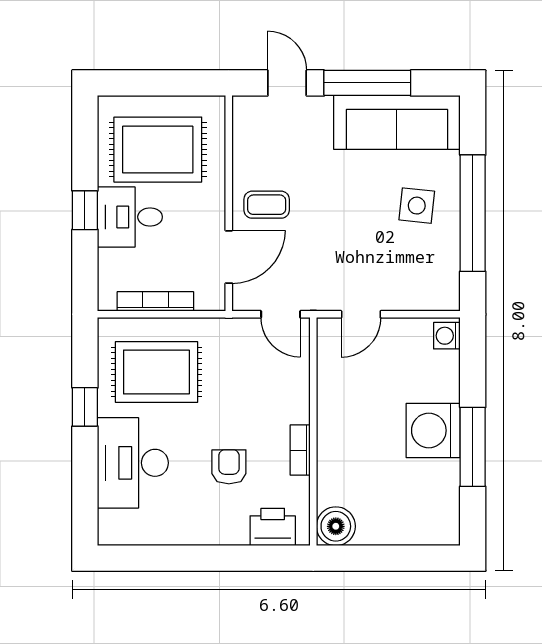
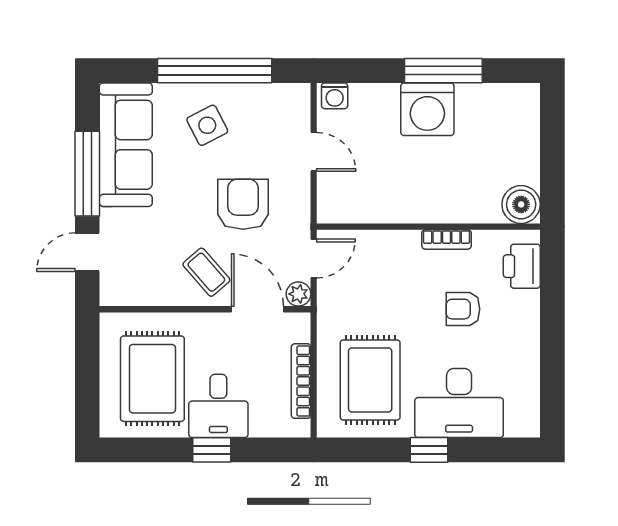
coffee table: (267, 205) -> (206, 272), turned -41
side table: (417, 206) -> (207, 125), turned -33
armchair: (336, 242) -> (243, 204), added
plant: (244, 299) -> (298, 294), added
door: (361, 314) -> (314, 152), moved
window: (85, 407) -> (429, 450), moved

